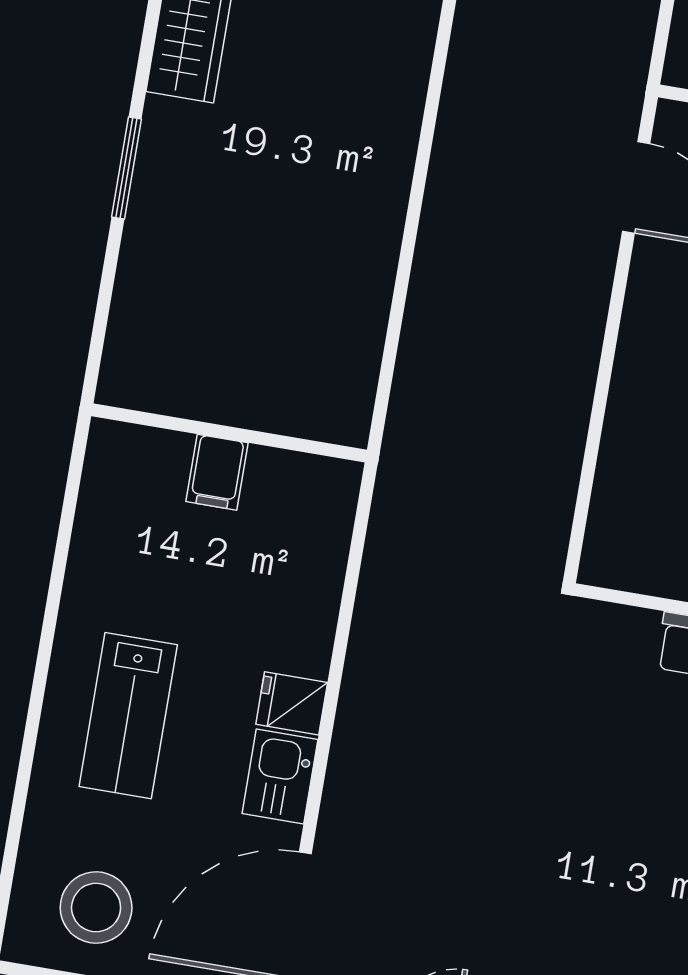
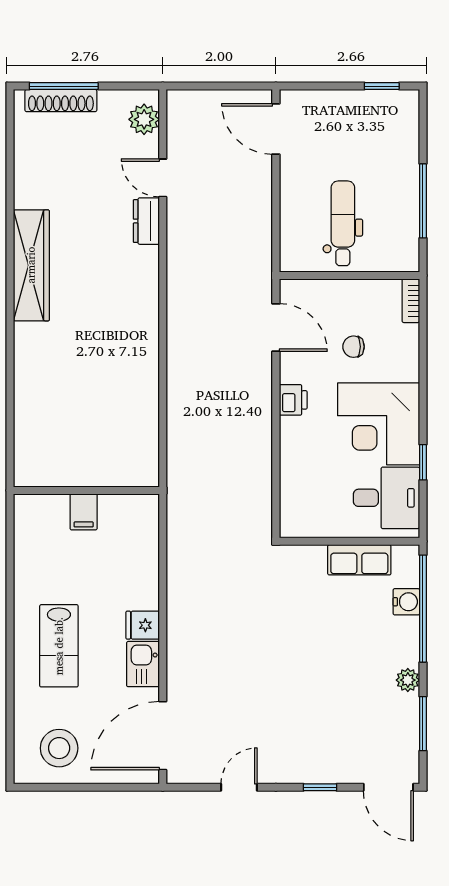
window: (127, 168) -> (10, 362), removed
printer: (646, 329) -> (293, 400), added

